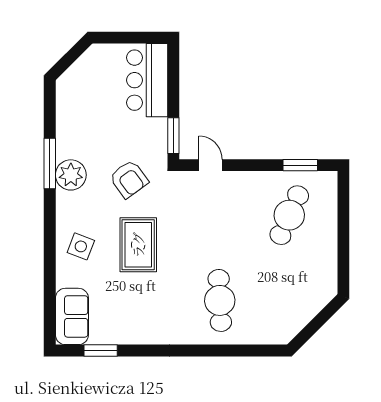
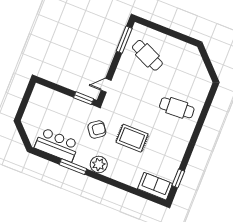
bar counter: (147, 80) -> (57, 145), moved, turned 180
window: (300, 165) -> (124, 40), width x1.44
plant: (71, 175) -> (99, 164), moved
side table: (81, 246) -> (121, 168), removed

